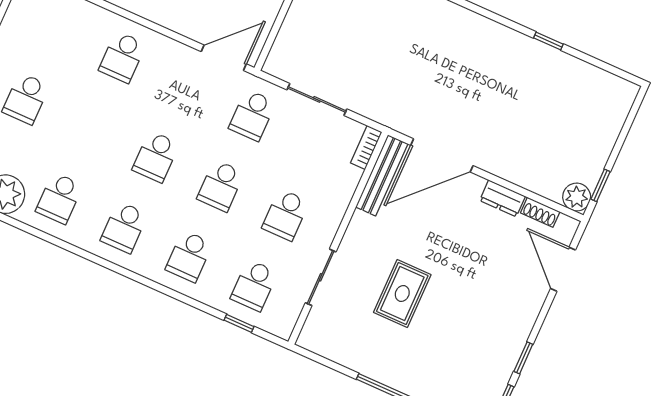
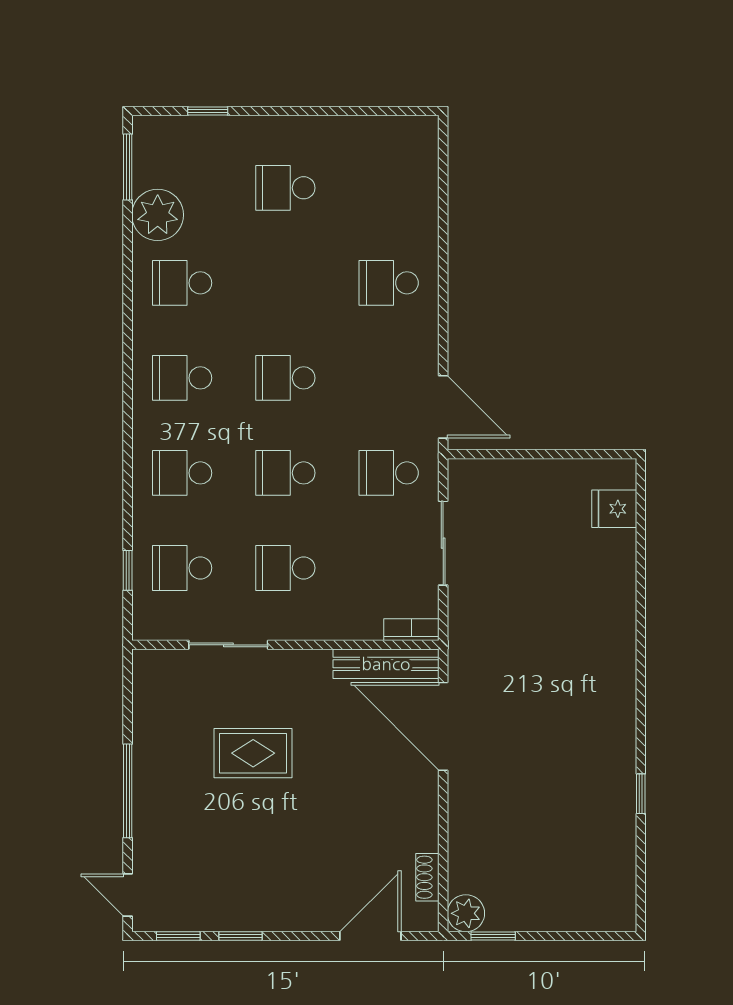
dresser: (503, 198) -> (424, 824), removed

